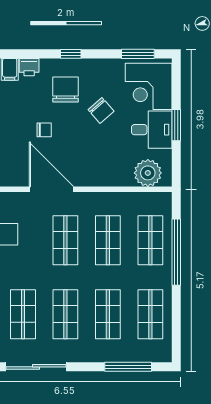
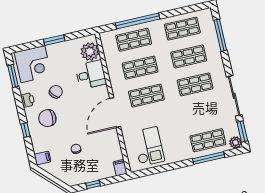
window: (71, 54) -> (25, 130), moved
printer: (29, 67) -> (28, 100), moved
chair: (44, 130) -> (76, 149), moved
desk: (152, 130) -> (91, 75), moved, turned 90
shop shelf: (23, 314) -> (202, 112), removed

